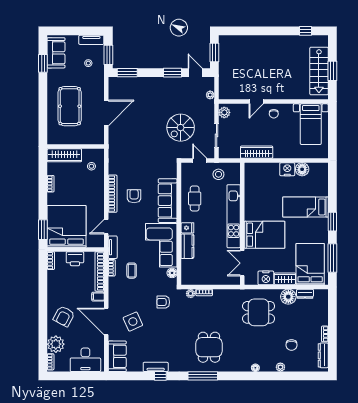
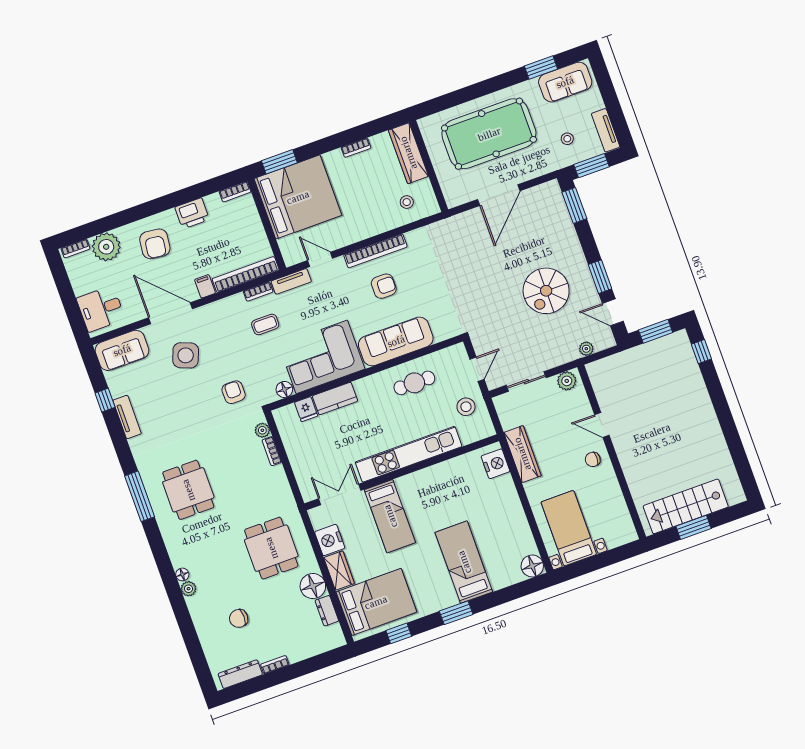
window: (305, 31) -> (701, 352), moved
door: (195, 73) -> (613, 312), swing flipped
pool table: (70, 106) -> (489, 134), width x1.36, depth x1.32
door: (106, 113) -> (499, 195), hinge flipped
bed with nightstands: (311, 124) -> (569, 528), moved, turned 90
spiral stairs: (181, 128) -> (546, 291), moved, turned -90
nightstand: (287, 169) -> (495, 464), moved
floor lamp: (302, 169) -> (532, 566), moved
fridge: (187, 228) -> (306, 409), moved
bed: (265, 235) -> (390, 516), width x0.67
window: (332, 258) -> (399, 633), width x0.46
printer: (75, 259) -> (192, 213), moved, turned -90
armchair: (64, 316) -> (155, 244), turned -111
door: (106, 322) -> (170, 313), hinge flipped
side table: (133, 322) -> (186, 355), turned 45
dining table: (209, 347) -> (188, 490), turned 90
desk: (85, 360) -> (101, 309), width x0.73
plant: (280, 367) -> (188, 589), moved
window: (160, 376) -> (105, 400), moved

